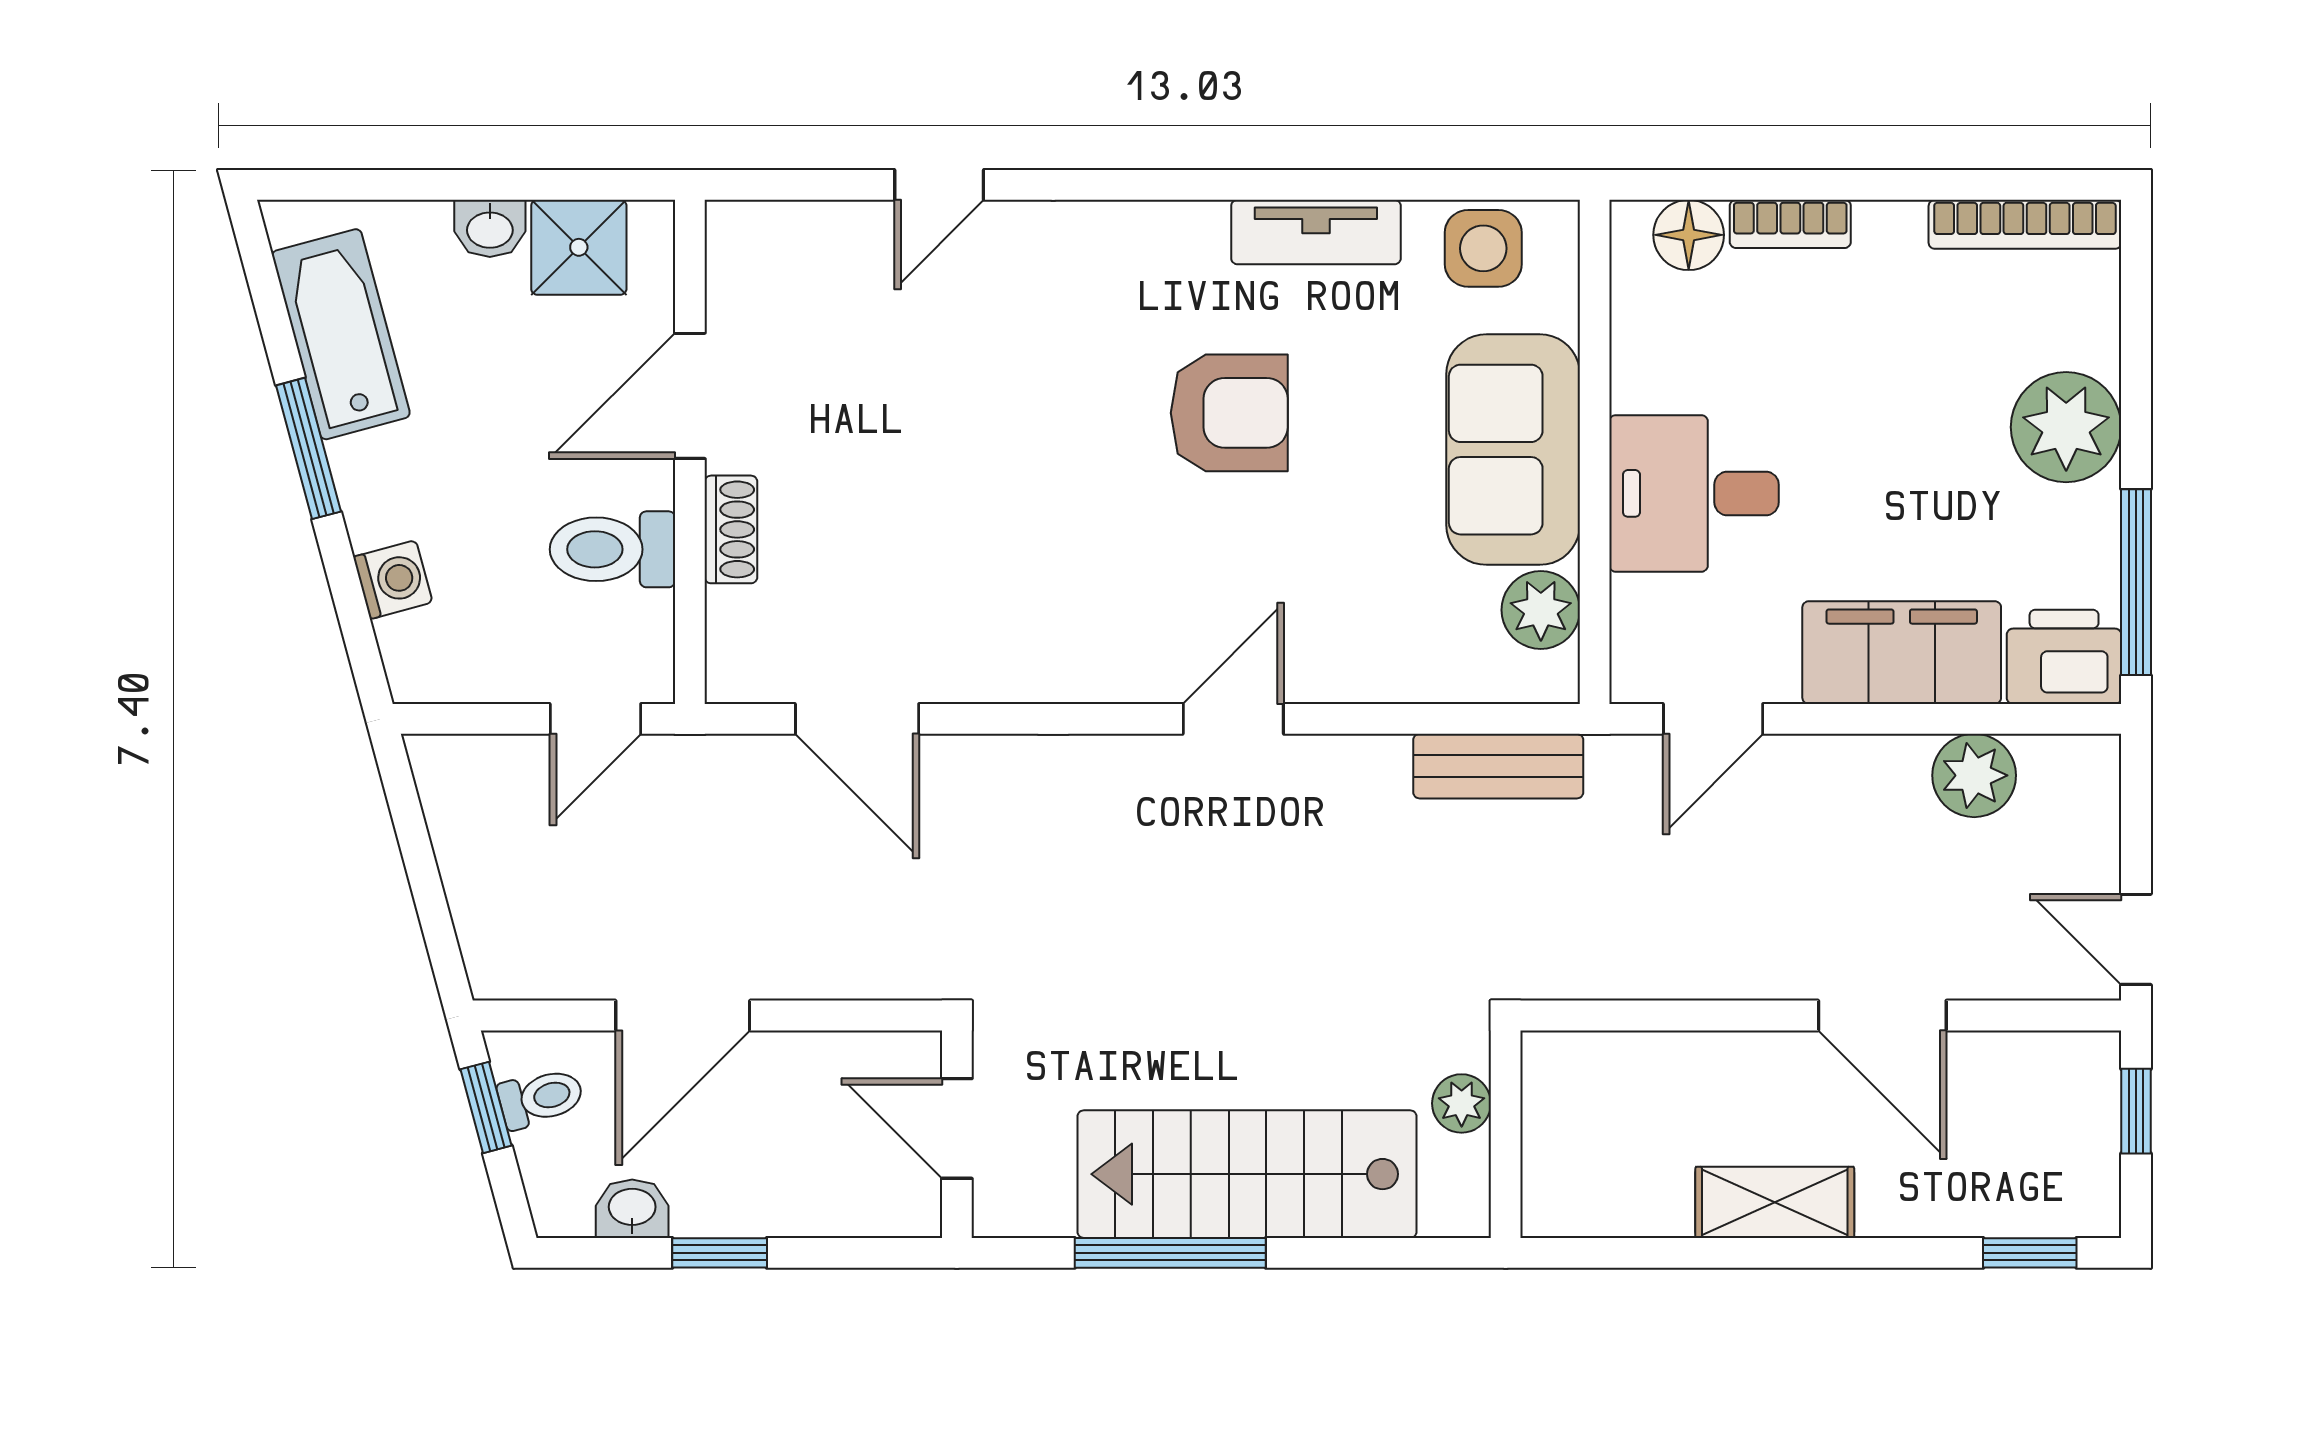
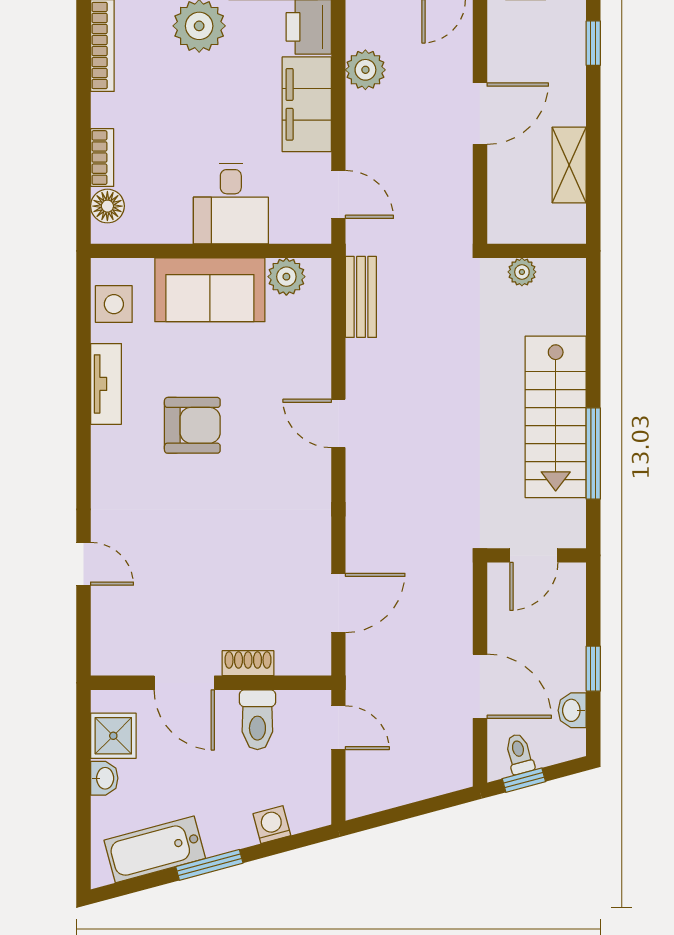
armchair: (1229, 413) -> (192, 425), turned 90
plant: (1462, 1103) -> (522, 272), moved
wall: (1506, 1134) -> (537, 251), moved

